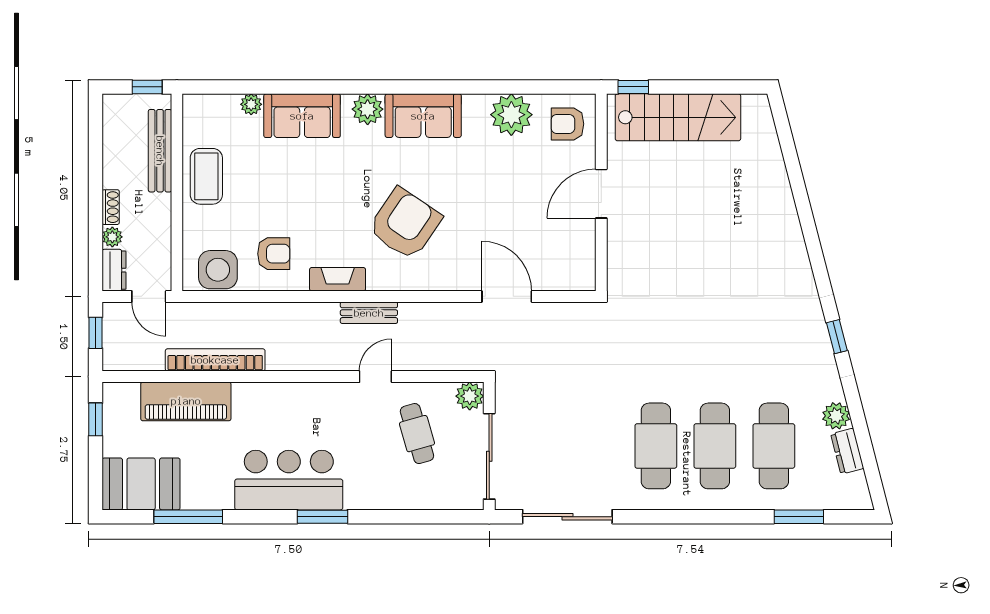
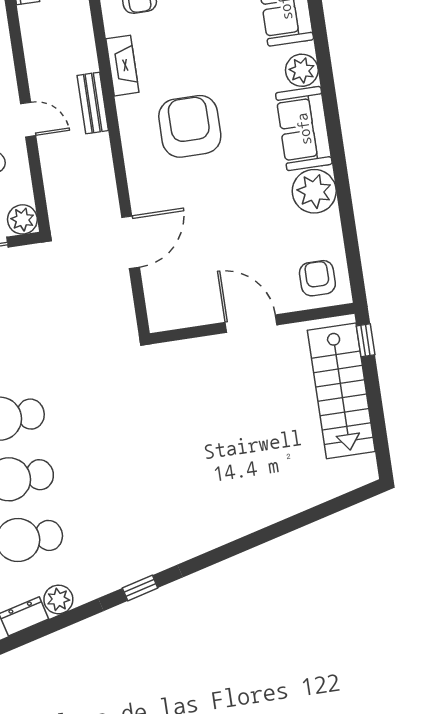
plant: (511, 115) -> (314, 191), moved
armchair: (405, 224) -> (190, 126), turned -124

